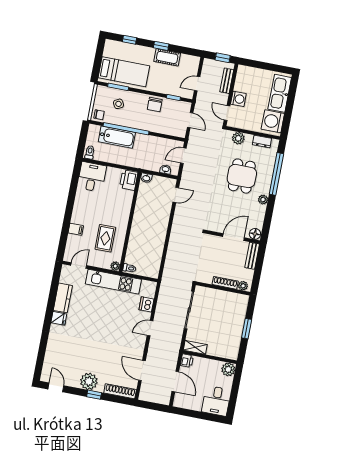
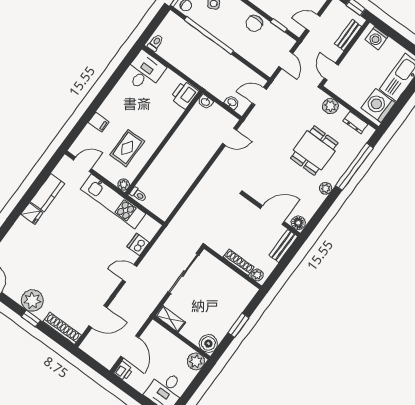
washing machine: (238, 99) -> (376, 38), moved, turned 90
bathtub: (117, 137) -> (194, 40), removed
boiler: (231, 352) -> (208, 344), added
printer: (187, 361) -> (123, 371), moved
door: (142, 371) -> (98, 317), swing flipped

